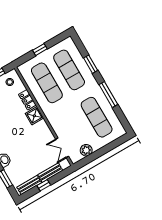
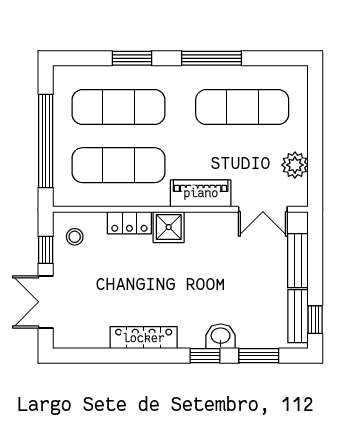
window: (40, 50) -> (46, 141), width x3.17
piano: (54, 120) -> (201, 193), added
window: (44, 185) -> (315, 320), moved

